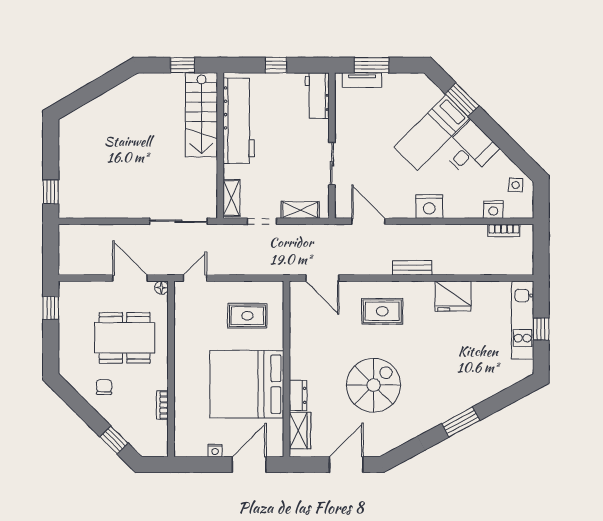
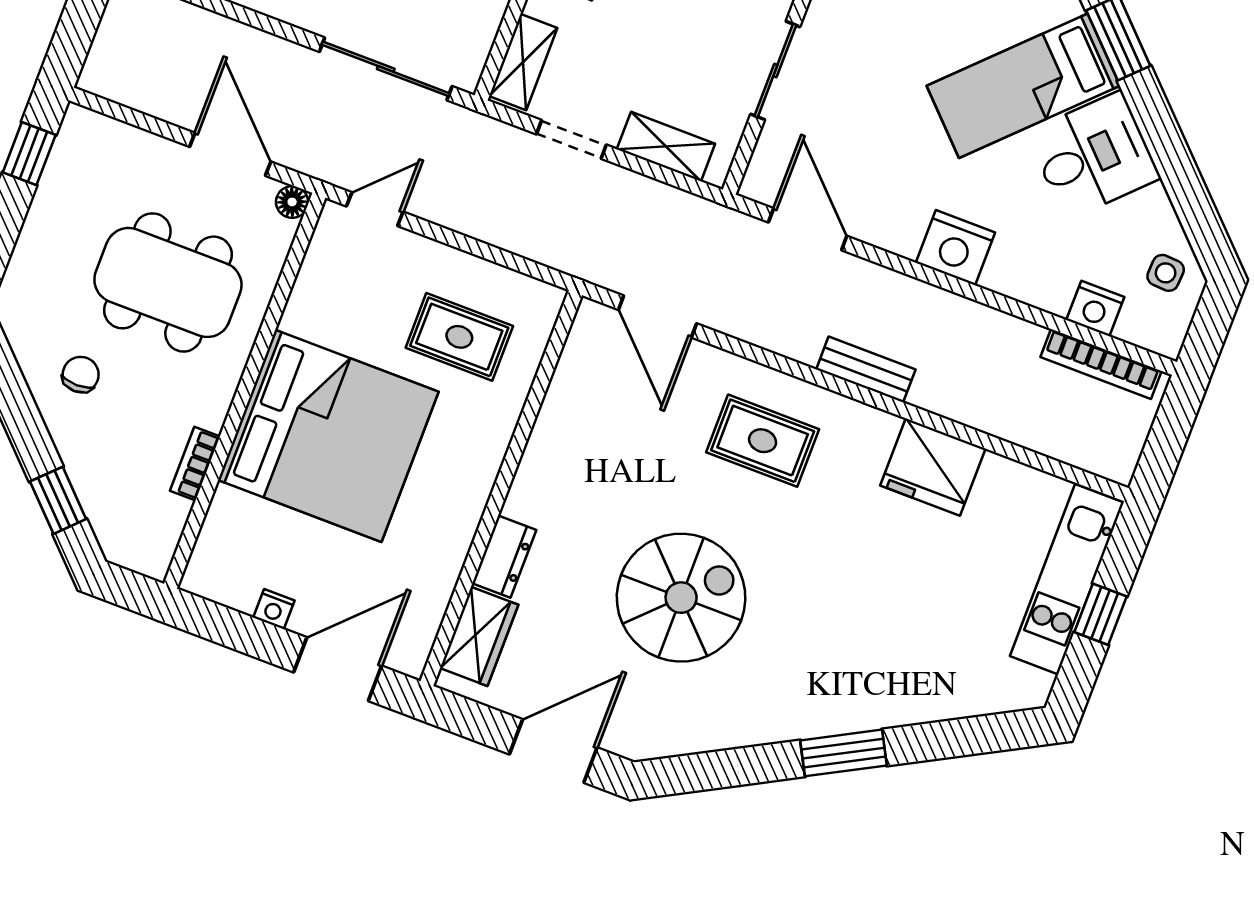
bookcase: (504, 230) -> (1101, 364), width x1.56
bed: (247, 384) -> (328, 436), moved, turned 180

